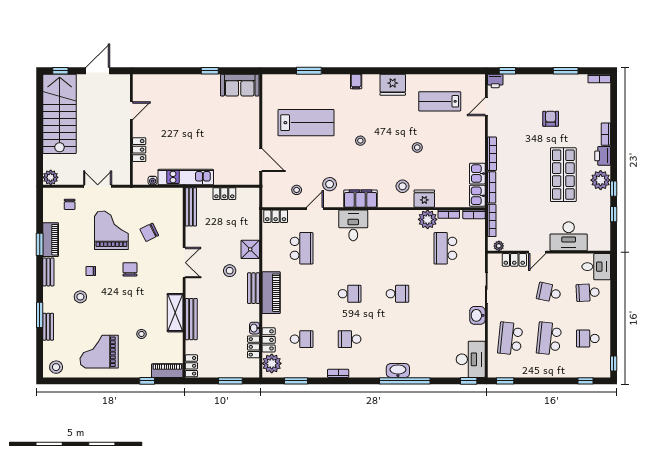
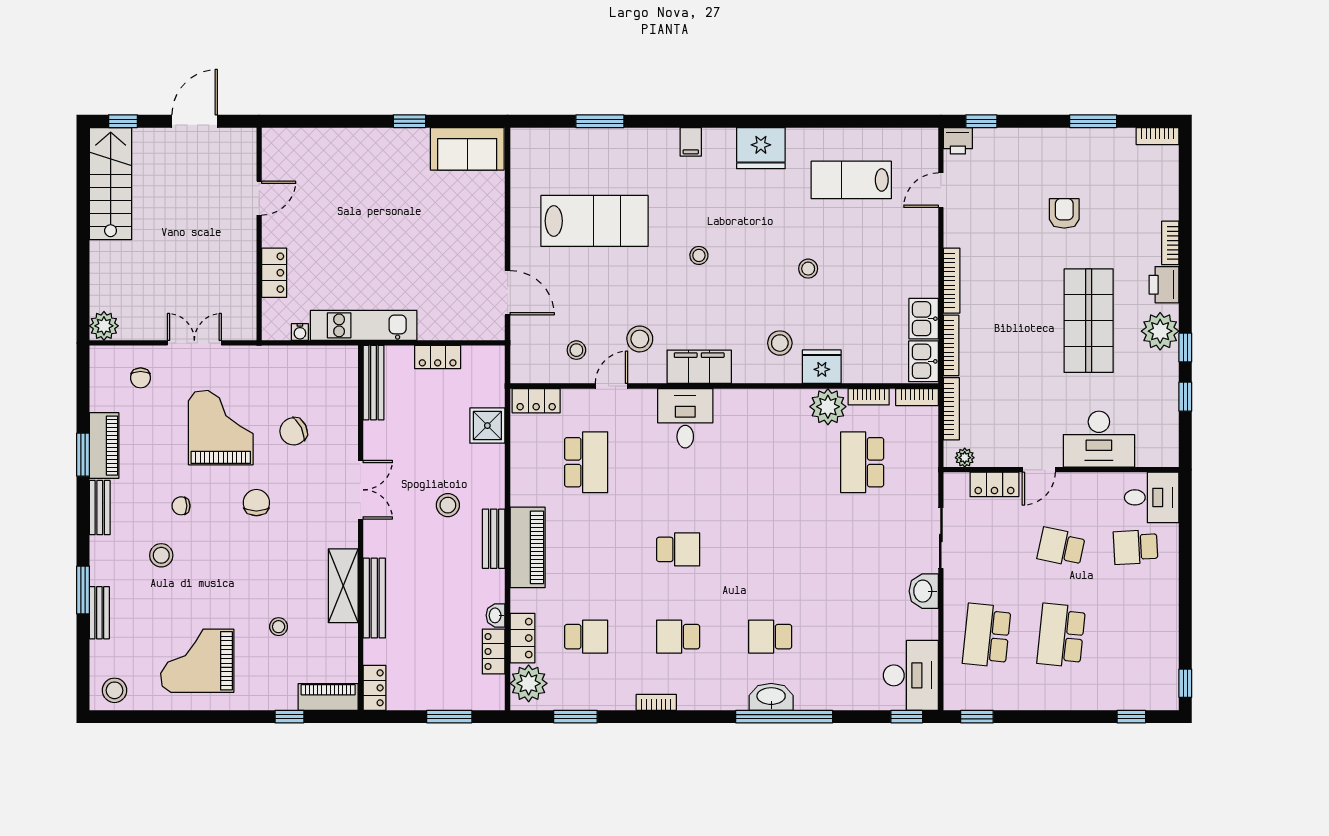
stairs: (60, 114) -> (111, 184), width x0.73, depth x0.66
shower: (250, 249) -> (487, 426), moved
school desk: (397, 294) -> (770, 637), moved, turned 180
school desk: (588, 338) -> (1136, 635), removed

